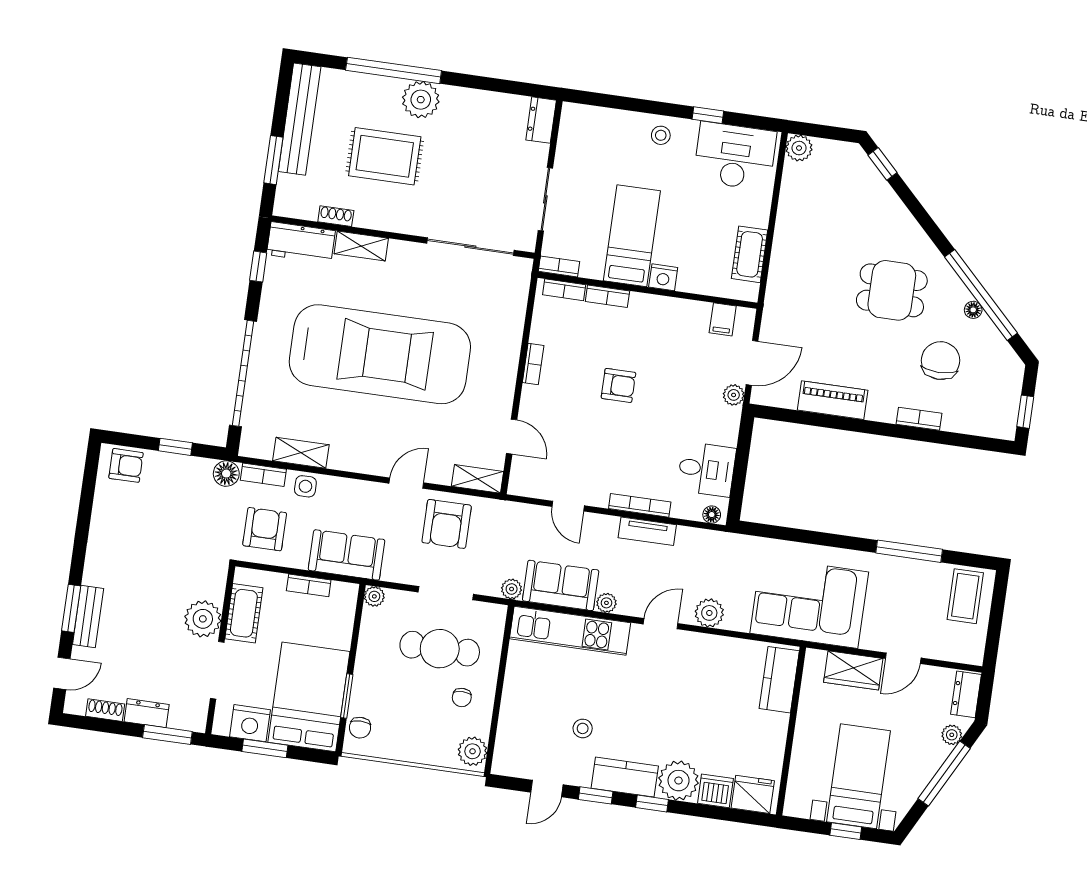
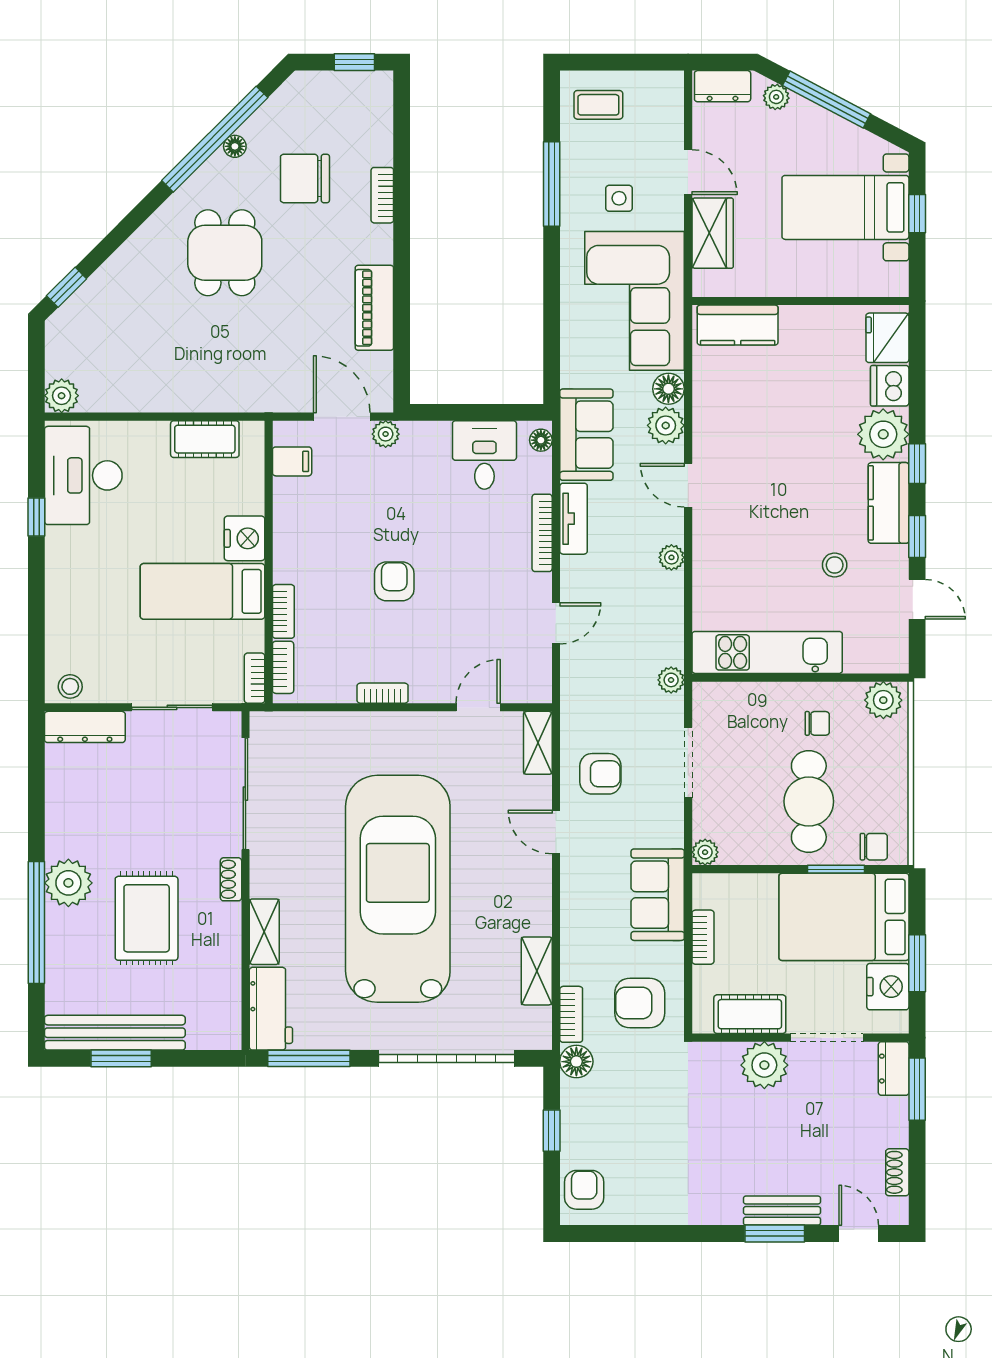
dresser: (541, 120) -> (85, 727), width x1.44
stool: (661, 135) -> (70, 686), moved
window: (273, 160) -> (121, 1058), moved
shoe rack: (336, 216) -> (231, 879), moved
window: (258, 267) -> (309, 1058), width x2.17
nightstand: (663, 277) -> (245, 538), width x1.36, depth x1.33
side table: (305, 486) -> (619, 198), moved
armchair: (447, 524) -> (600, 774), width x0.72, depth x0.72
sofa: (561, 585) -> (586, 435), moved, turned 180
coffee table: (965, 596) -> (598, 105), width x0.73, depth x0.77
floor lamp: (737, 619) -> (668, 389), added
kitchen unit: (570, 631) -> (767, 652), moved, turned -90
cafe table: (440, 649) -> (809, 802), moved
dresser: (147, 713) -> (894, 1069), moved

